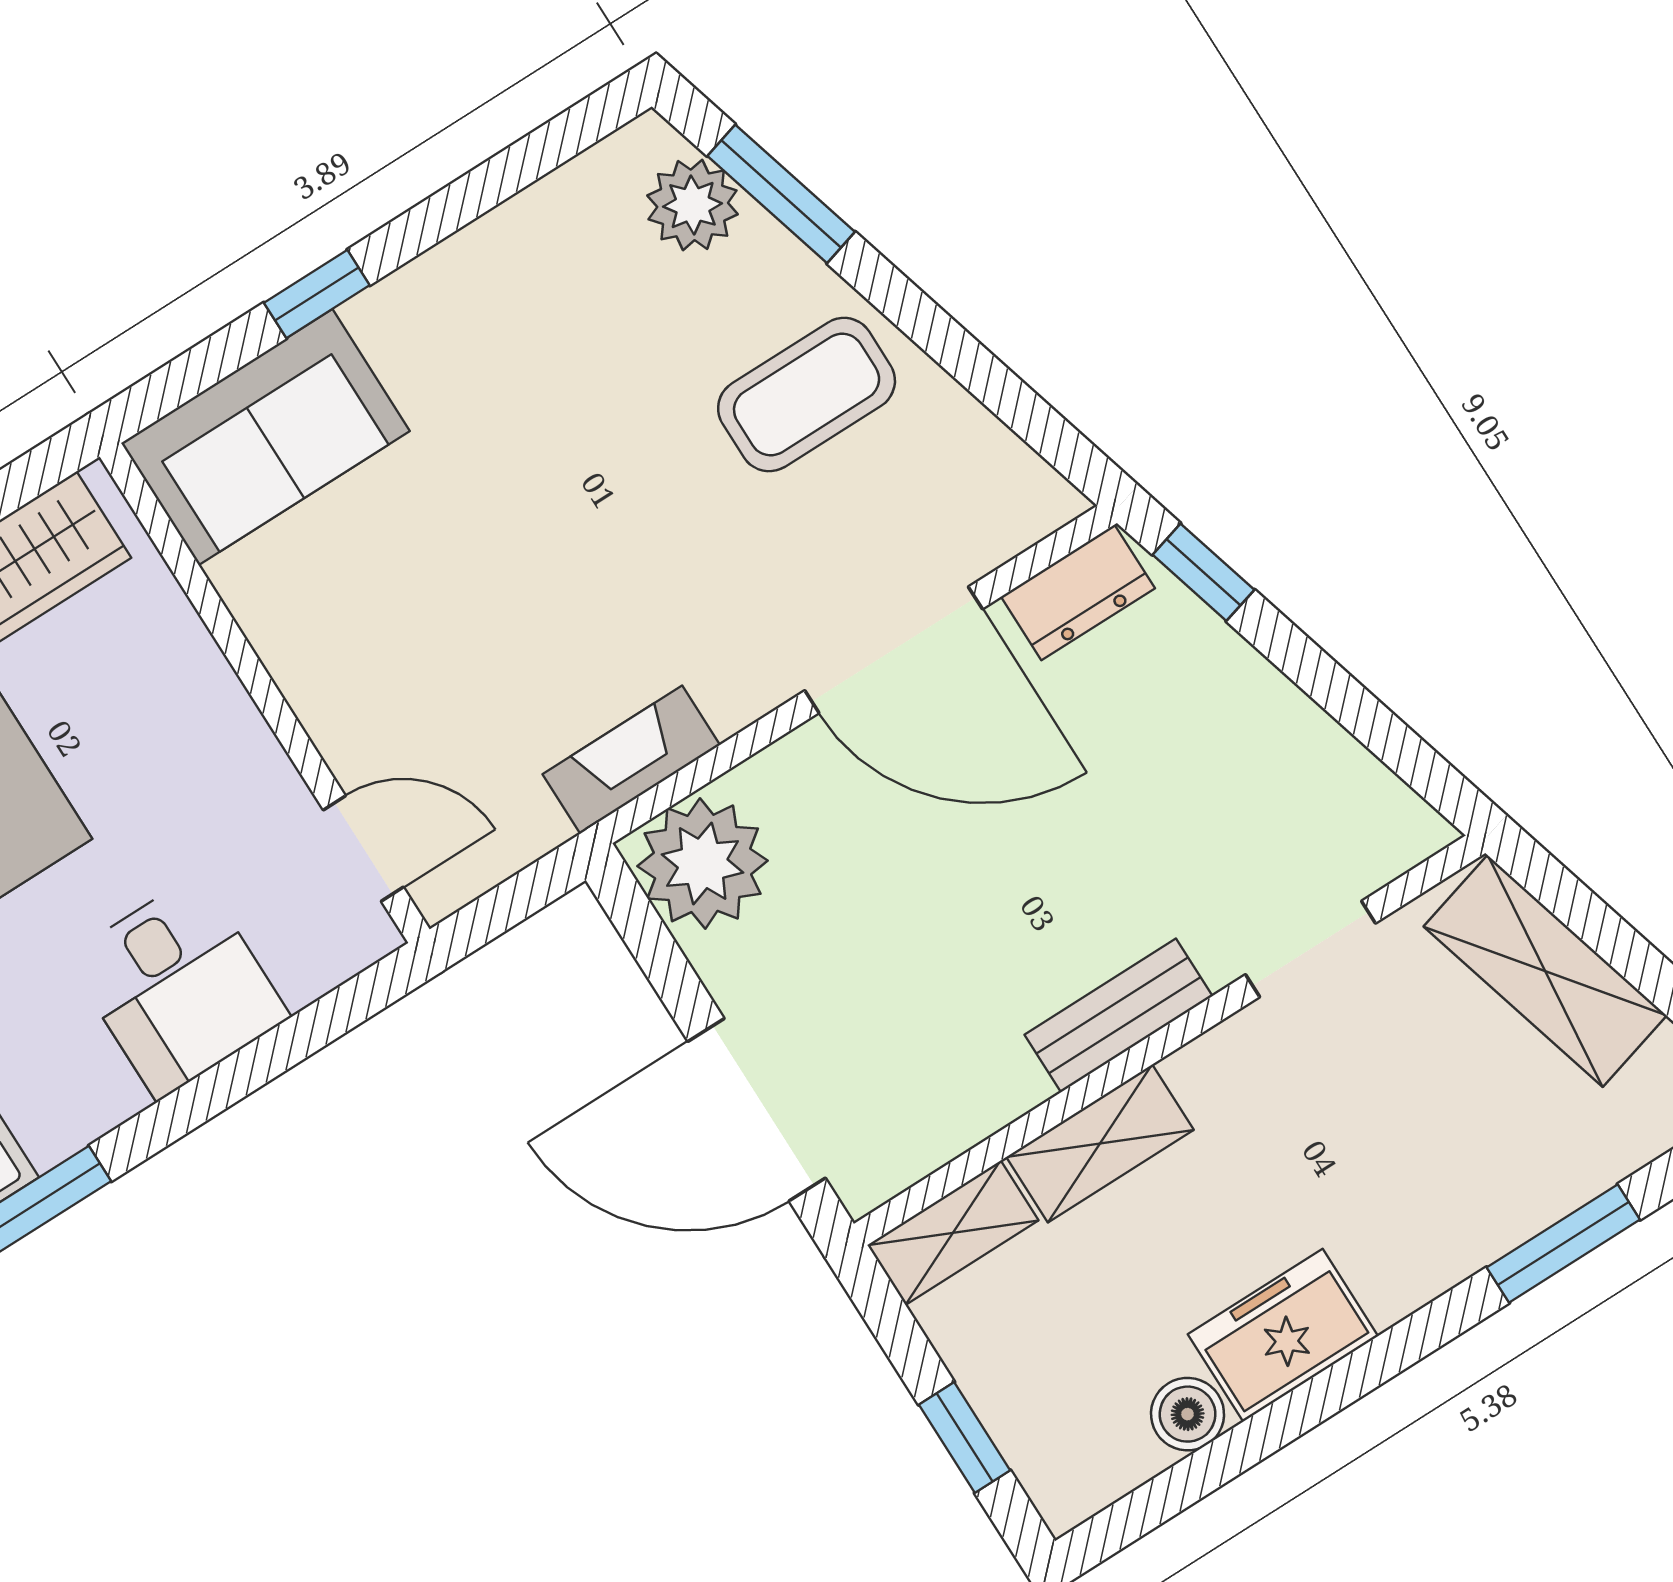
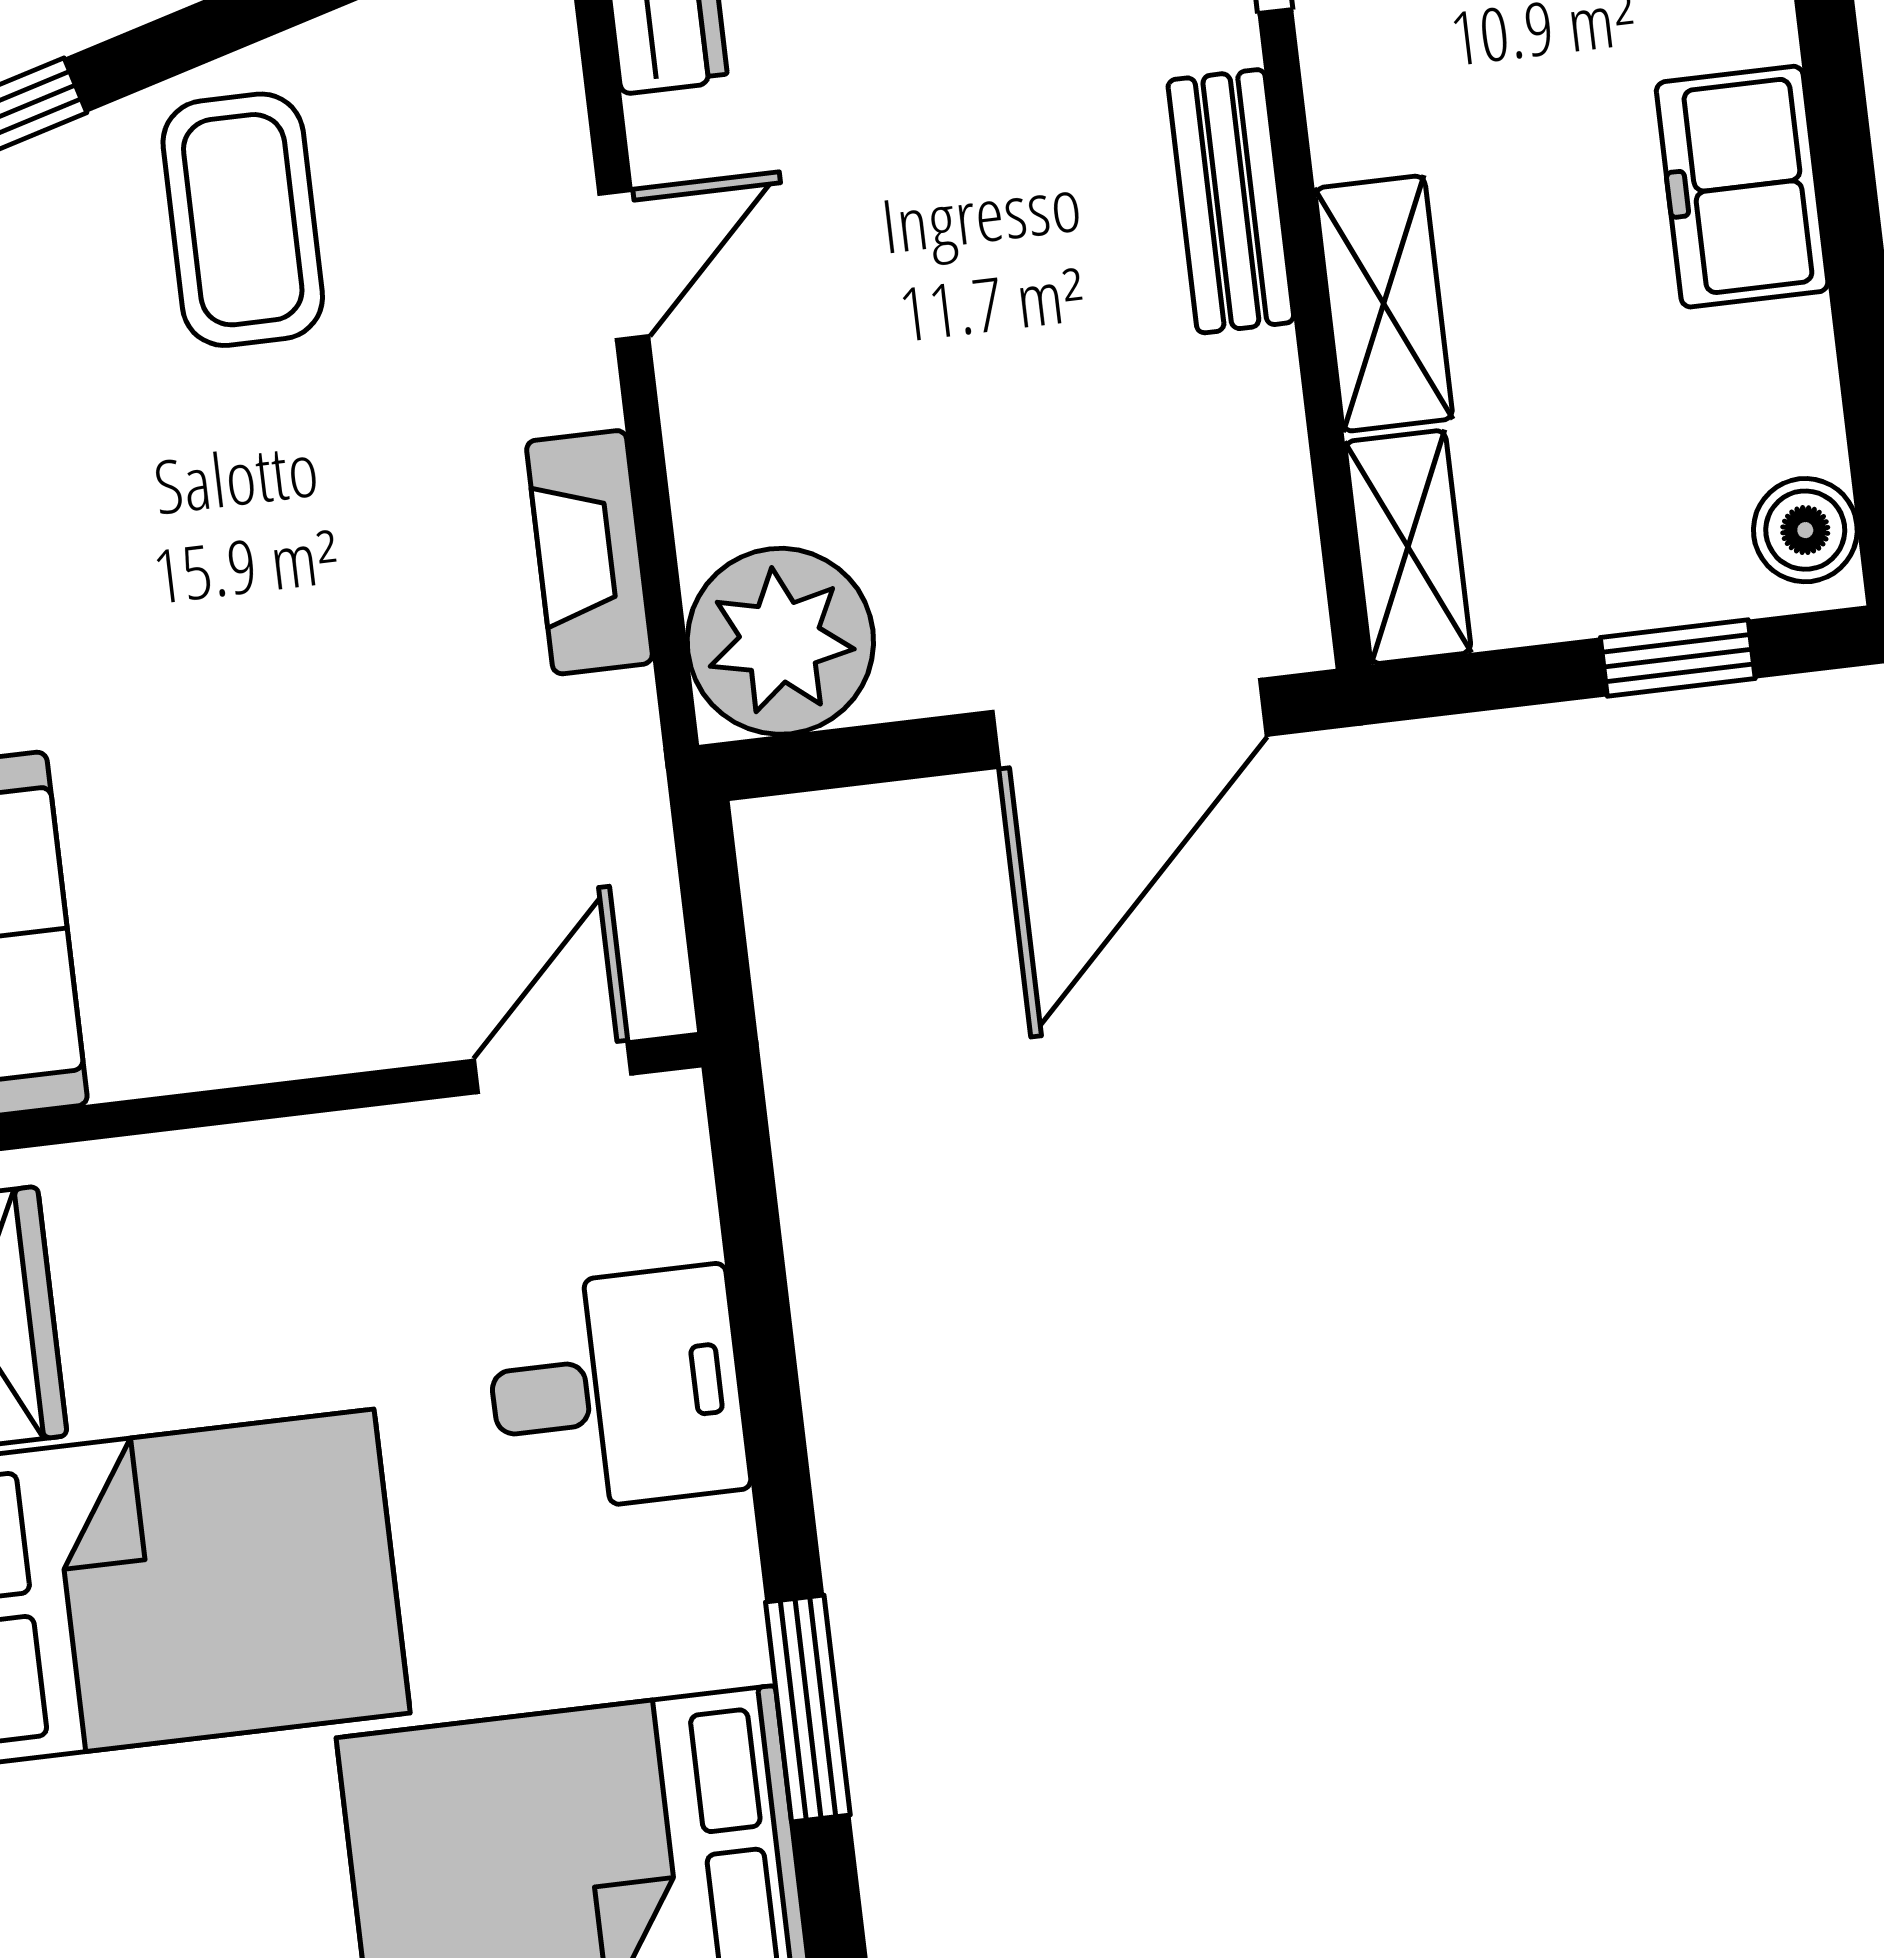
door: (894, 650) -> (624, 265), width x0.53
fireplace: (631, 760) -> (589, 552), moved
boiler: (1188, 1414) -> (1805, 530), moved

